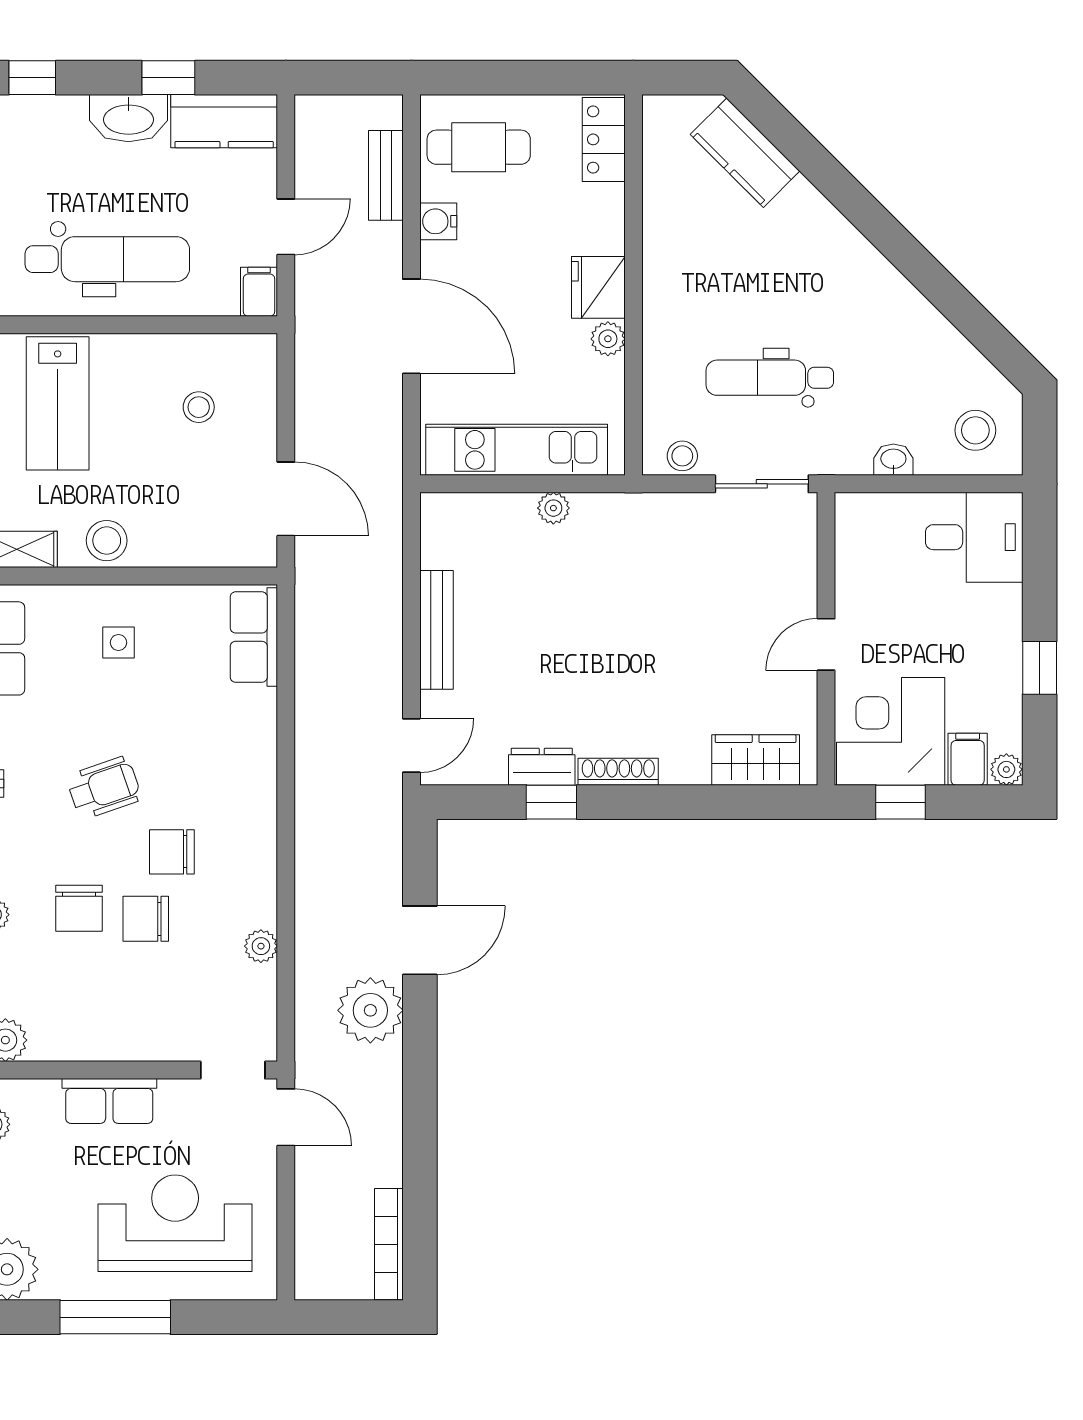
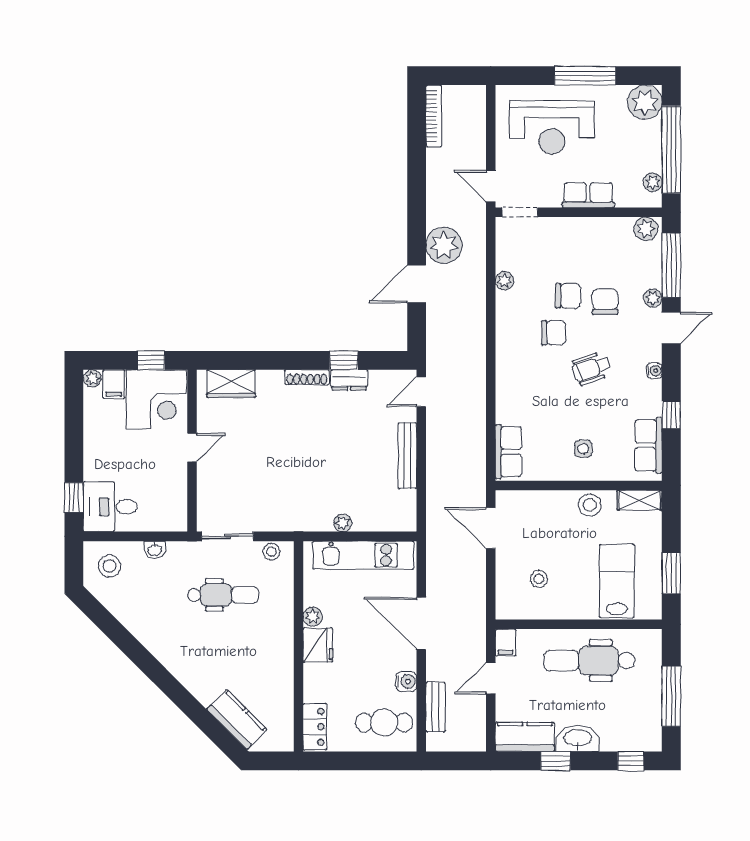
window: (1040, 668) -> (74, 498), moved

